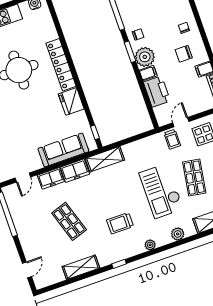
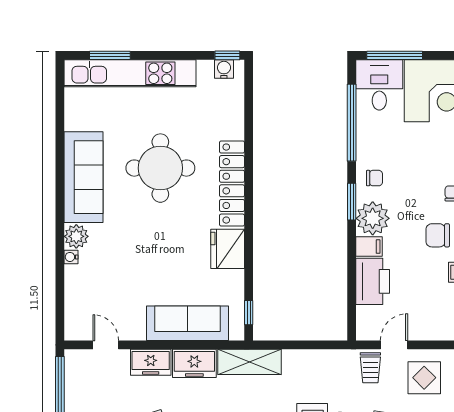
door: (23, 177) -> (106, 345), swing flipped

